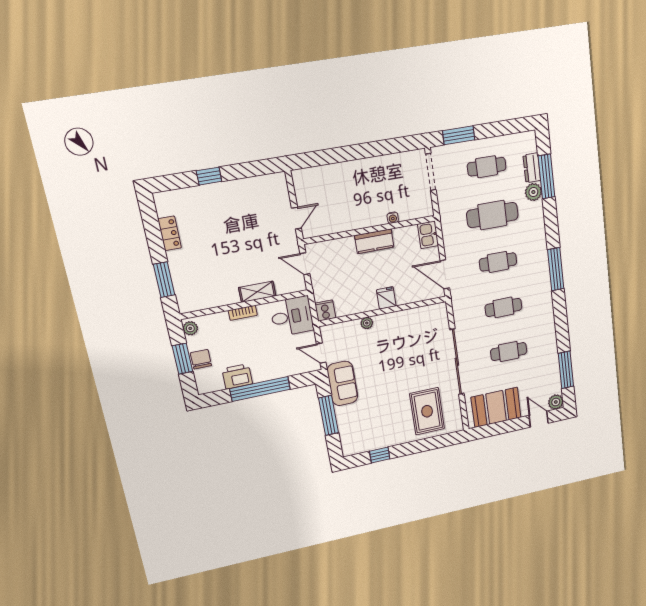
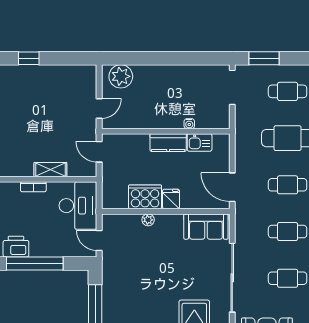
plant: (313, 180) -> (121, 76), added
kitchen sink: (428, 235) -> (200, 142), moved, turned -90
cooker: (325, 311) -> (145, 197), moved, width x1.87, depth x1.31
desk: (292, 316) -> (78, 206), width x1.37
sofa: (342, 383) -> (206, 227), moved, turned 90

